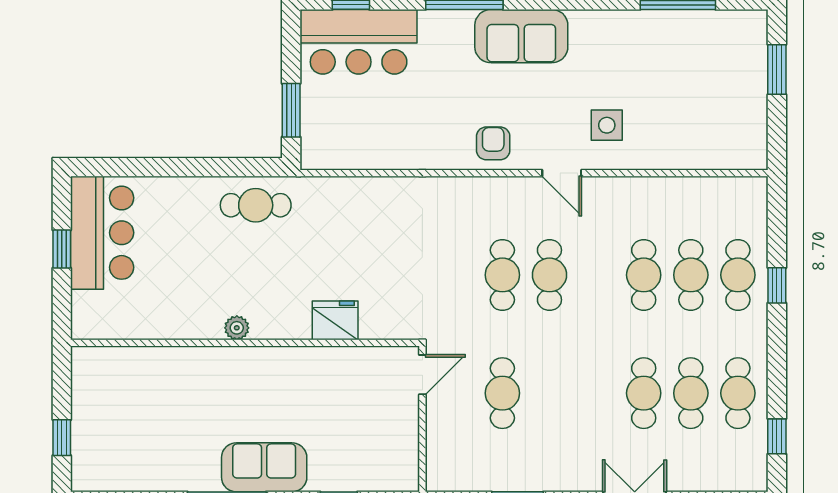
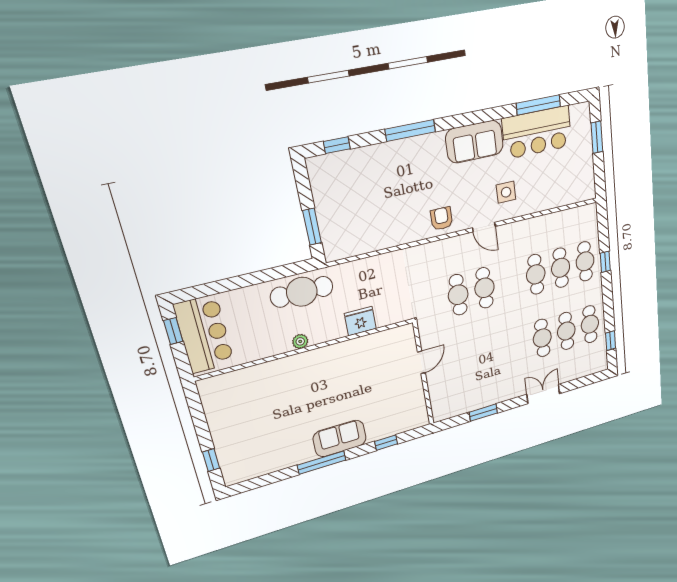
sofa: (521, 36) -> (475, 142), moved
bar counter: (359, 42) -> (537, 132), moved
cafe table: (256, 205) -> (302, 292), width x1.37, depth x1.35
window: (62, 249) -> (173, 331), moved
fridge: (335, 320) -> (360, 321), moved
plant: (237, 328) -> (300, 341), moved
wall: (245, 343) -> (307, 349), moved
cafe table: (502, 393) -> (467, 360), removed

